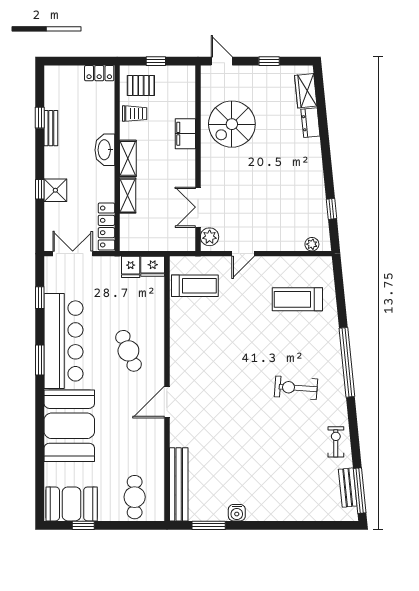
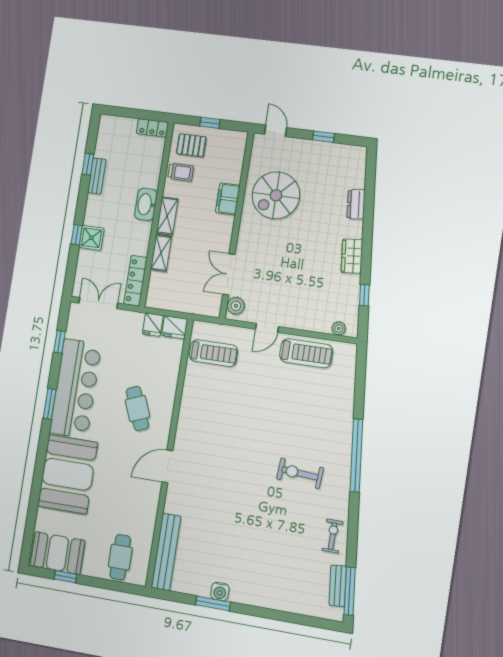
wardrobe: (306, 91) -> (352, 256), moved
treadmill: (297, 299) -> (306, 353), moved, turned 180
window: (209, 525) -> (213, 604), moved

